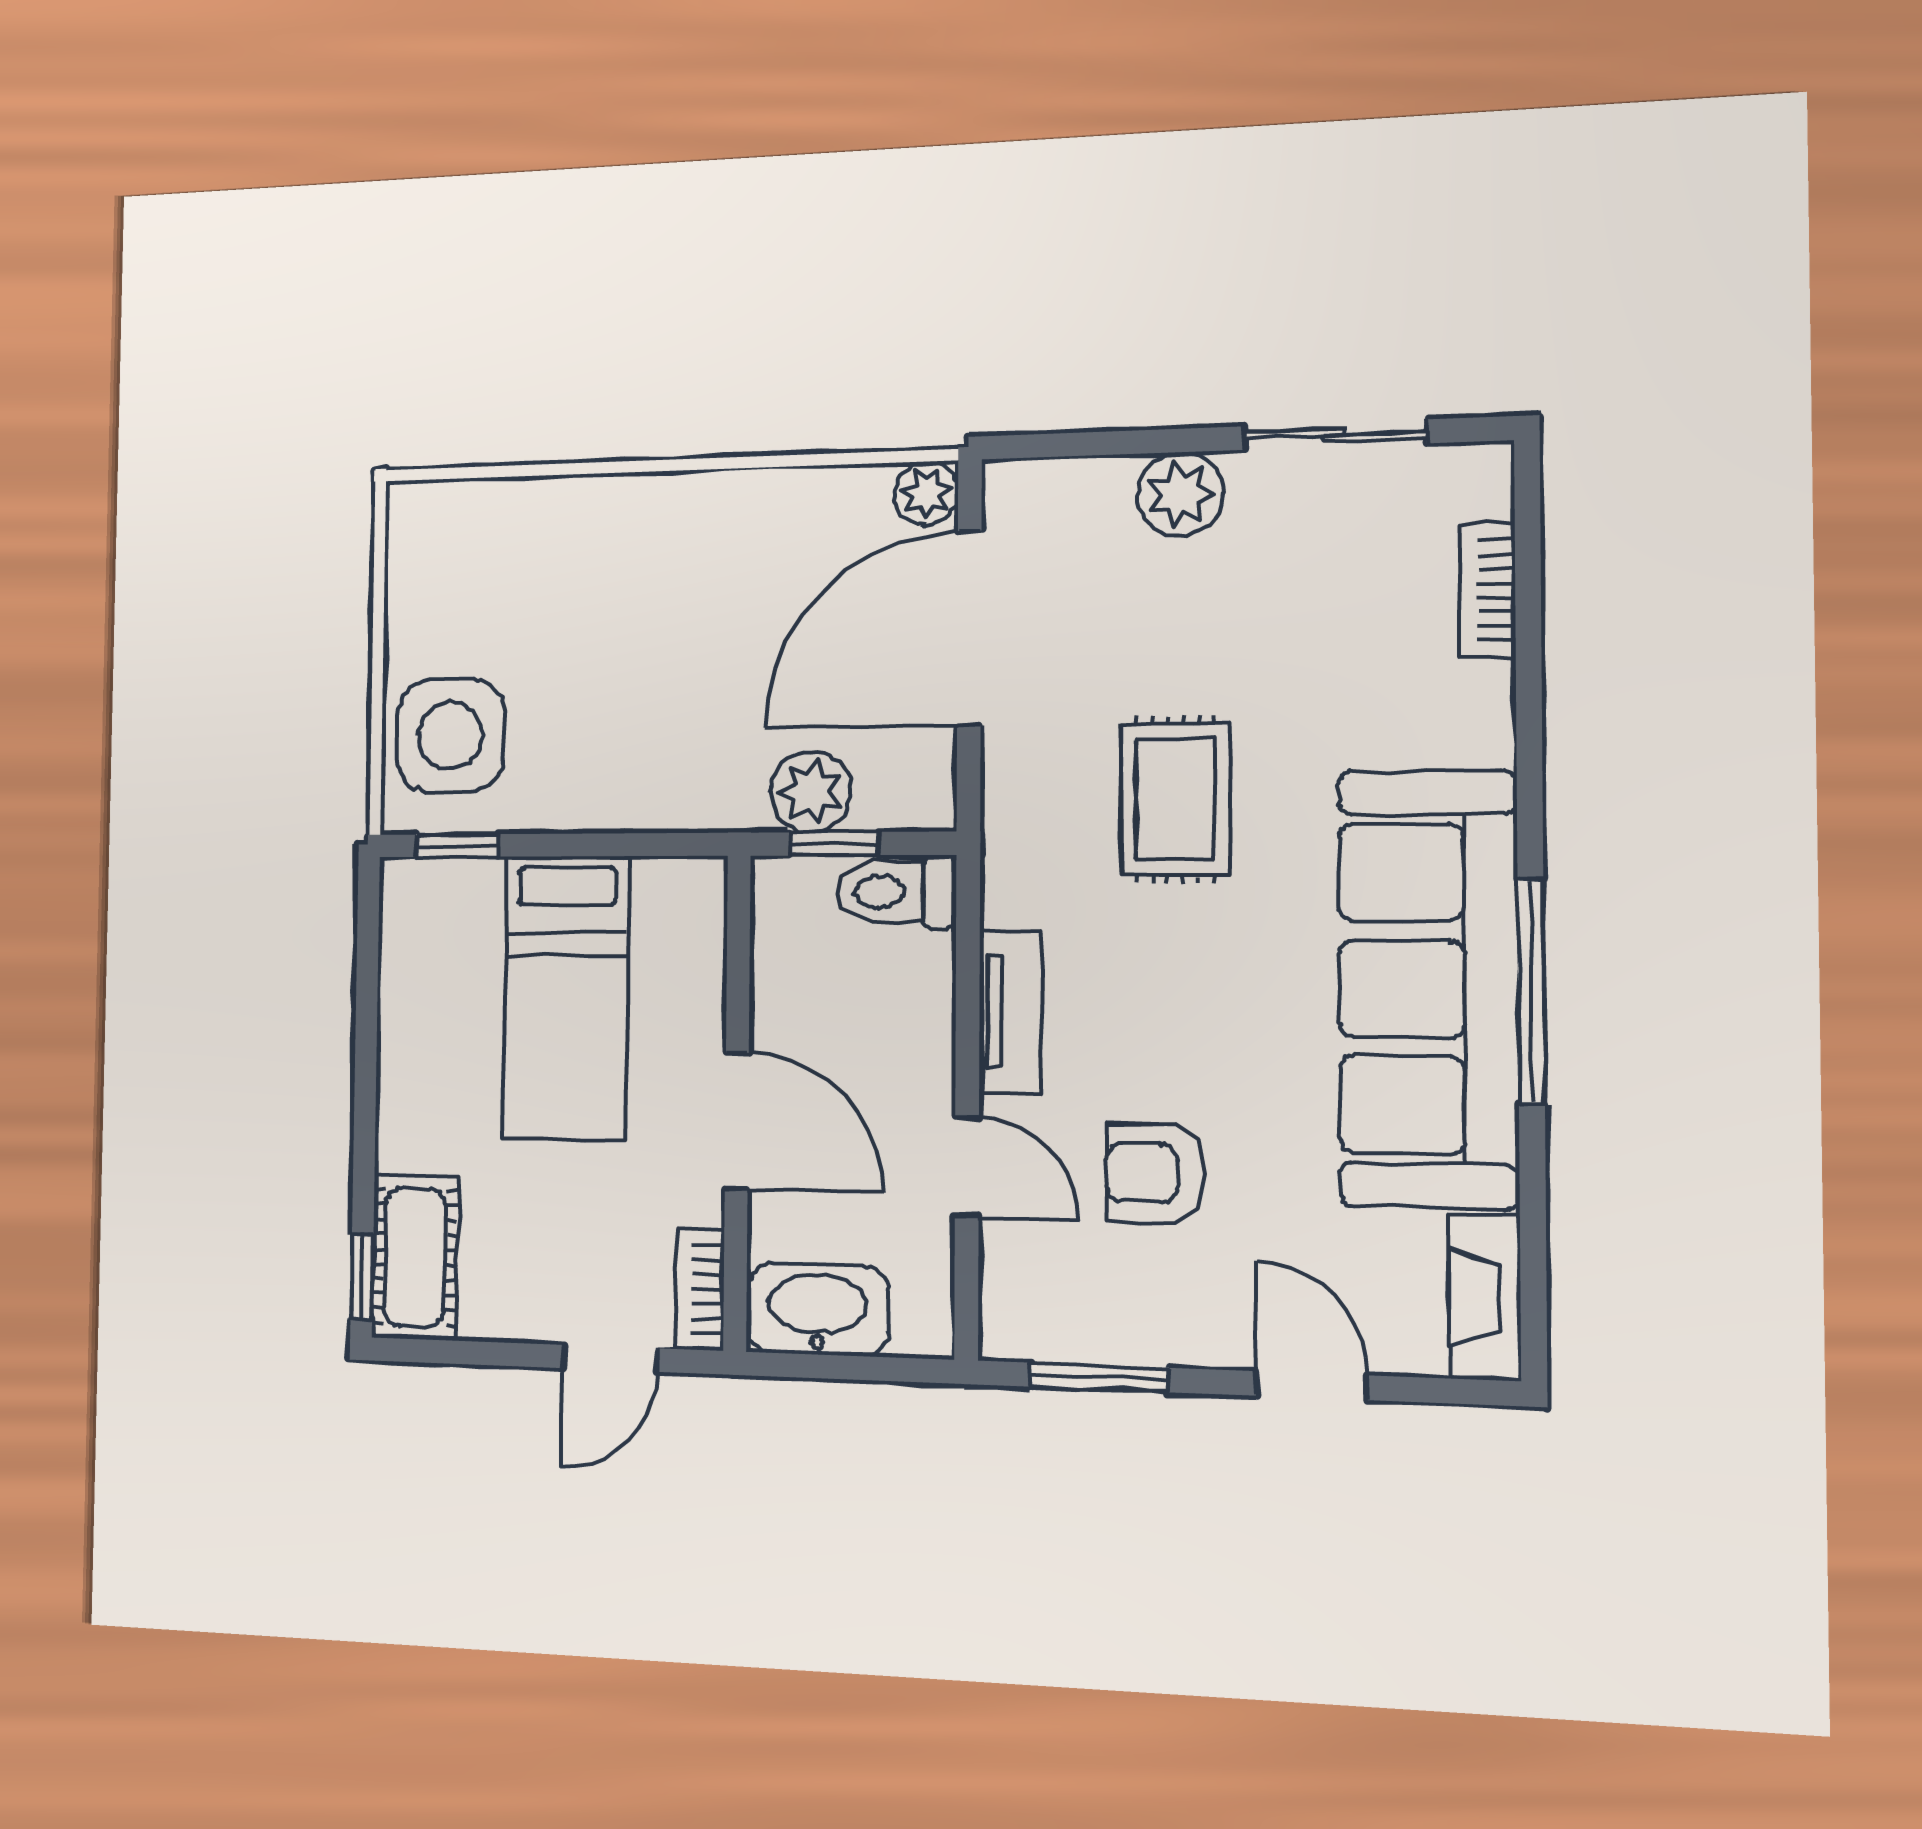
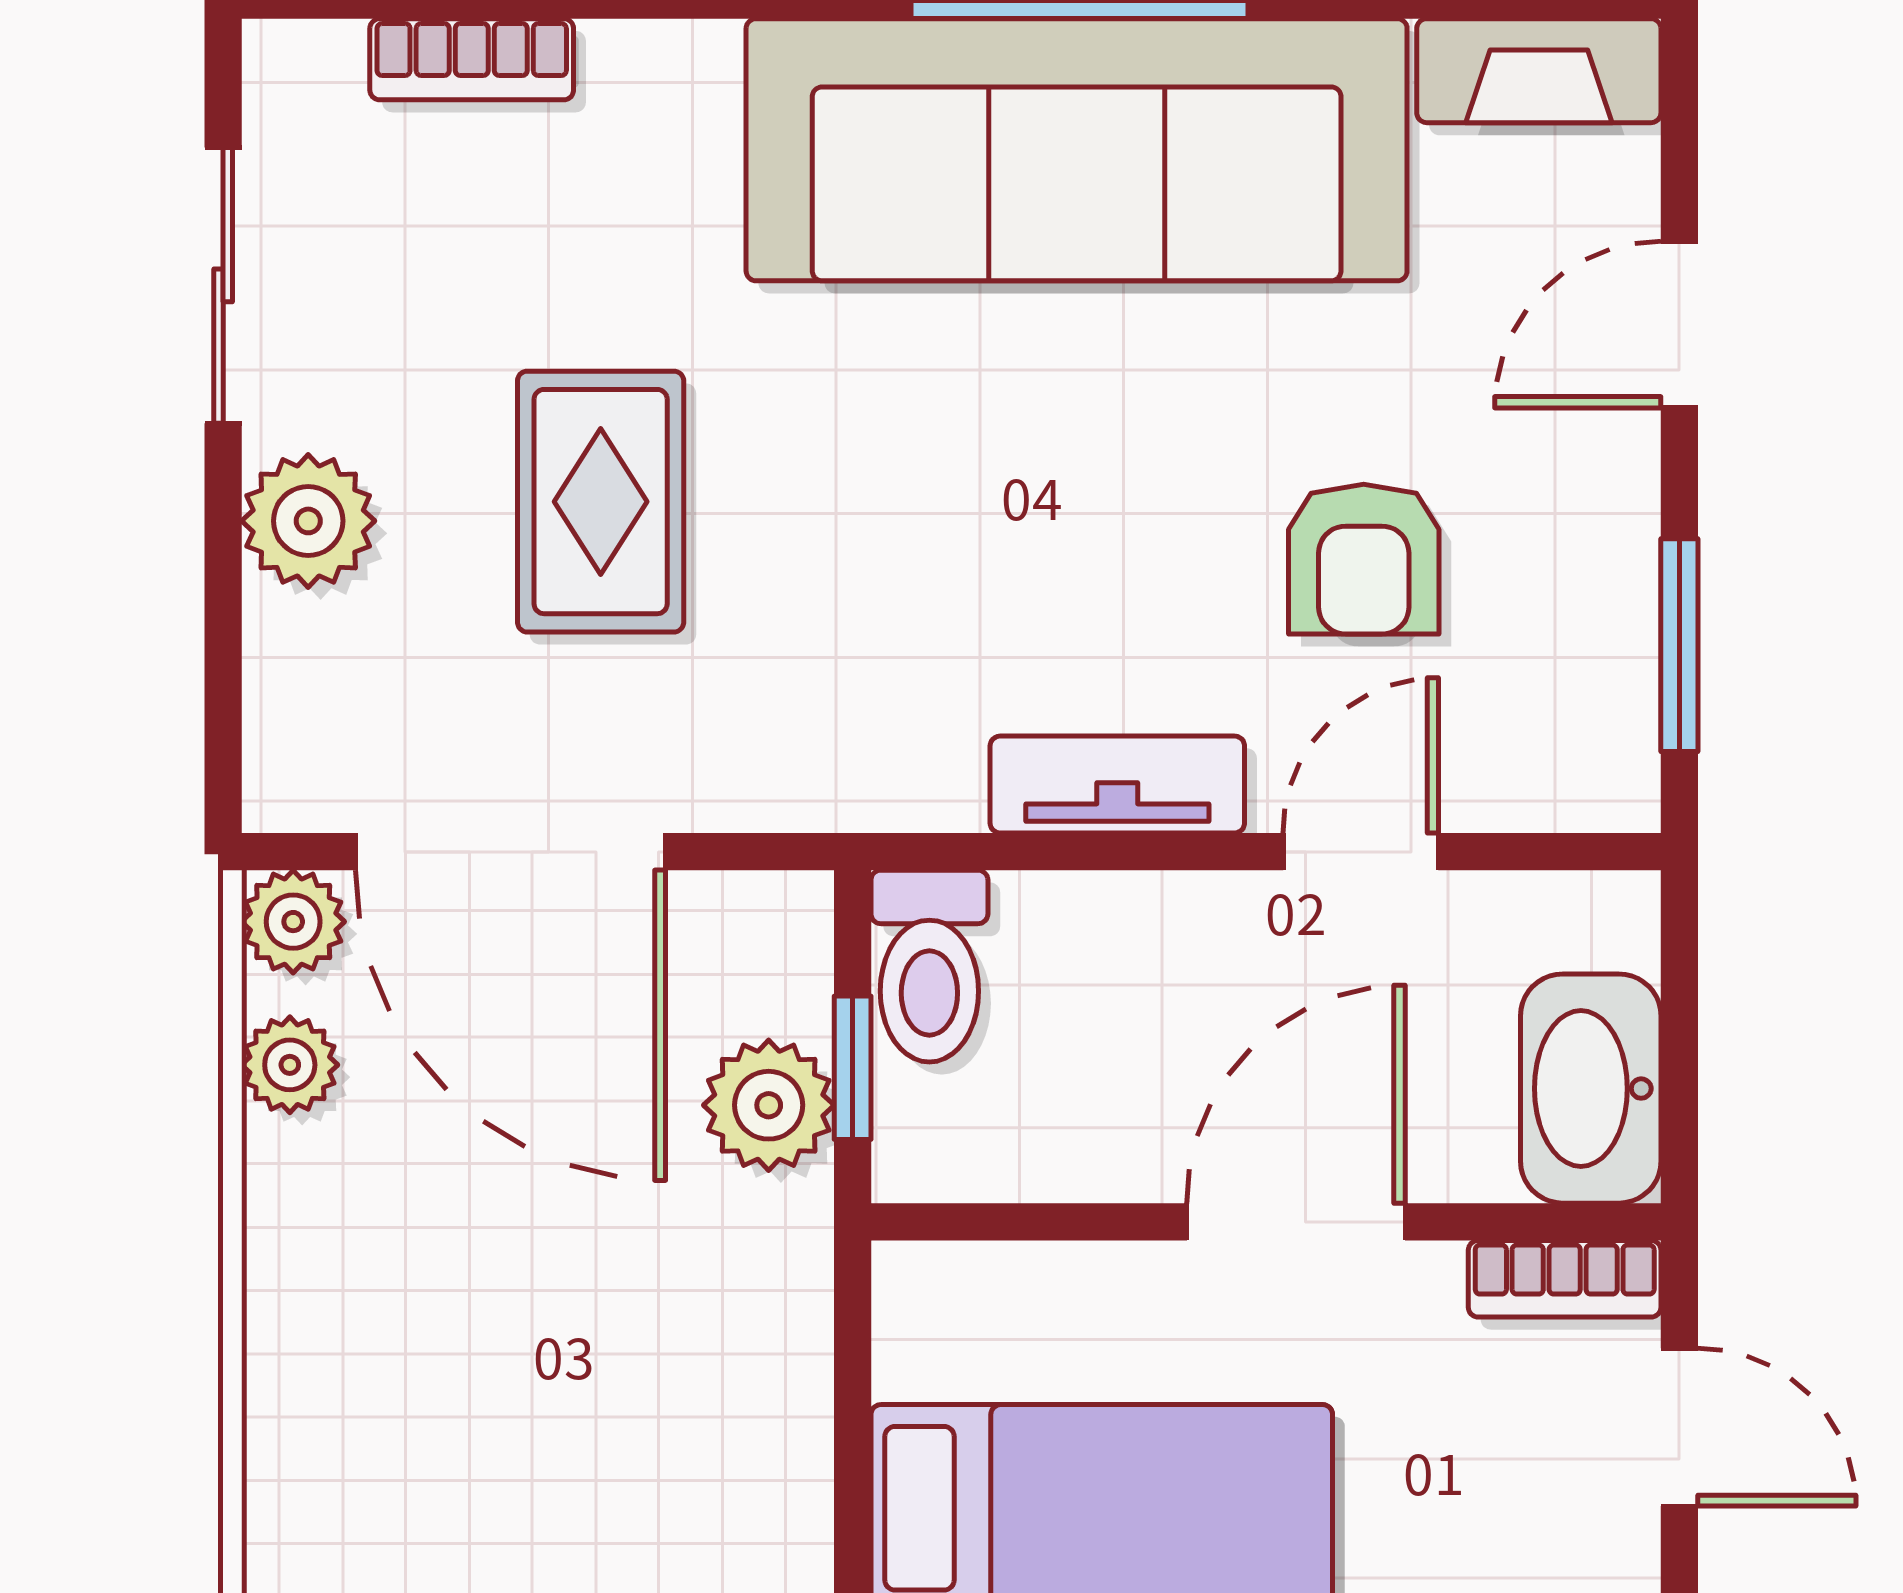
plant: (838, 494) -> (290, 1065), added
rug: (1175, 799) -> (601, 502), moved, turned 90

